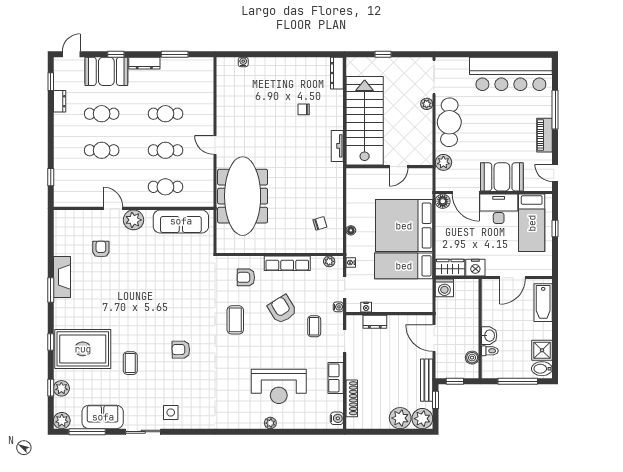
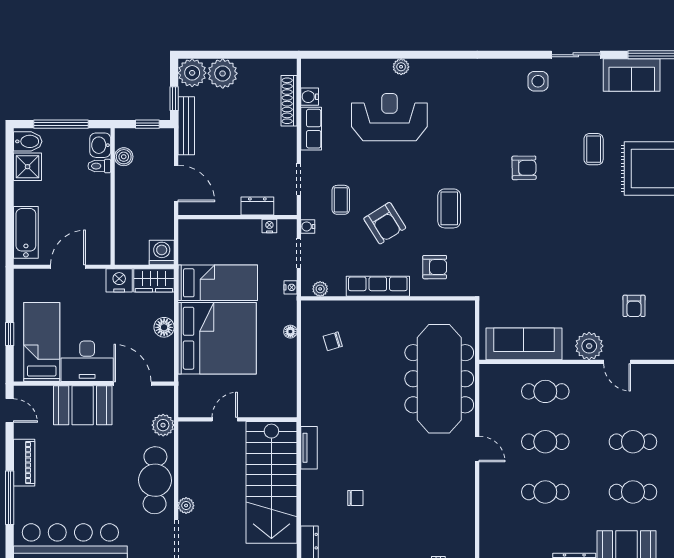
floor lamp: (443, 201) -> (164, 327), moved
washbasin: (489, 336) -> (100, 145), moved
water cooler: (337, 418) -> (310, 97), moved

